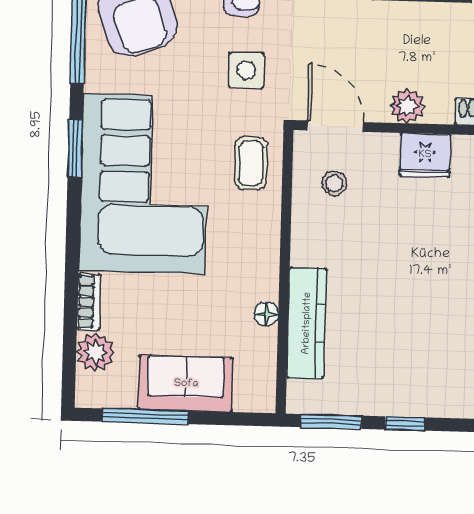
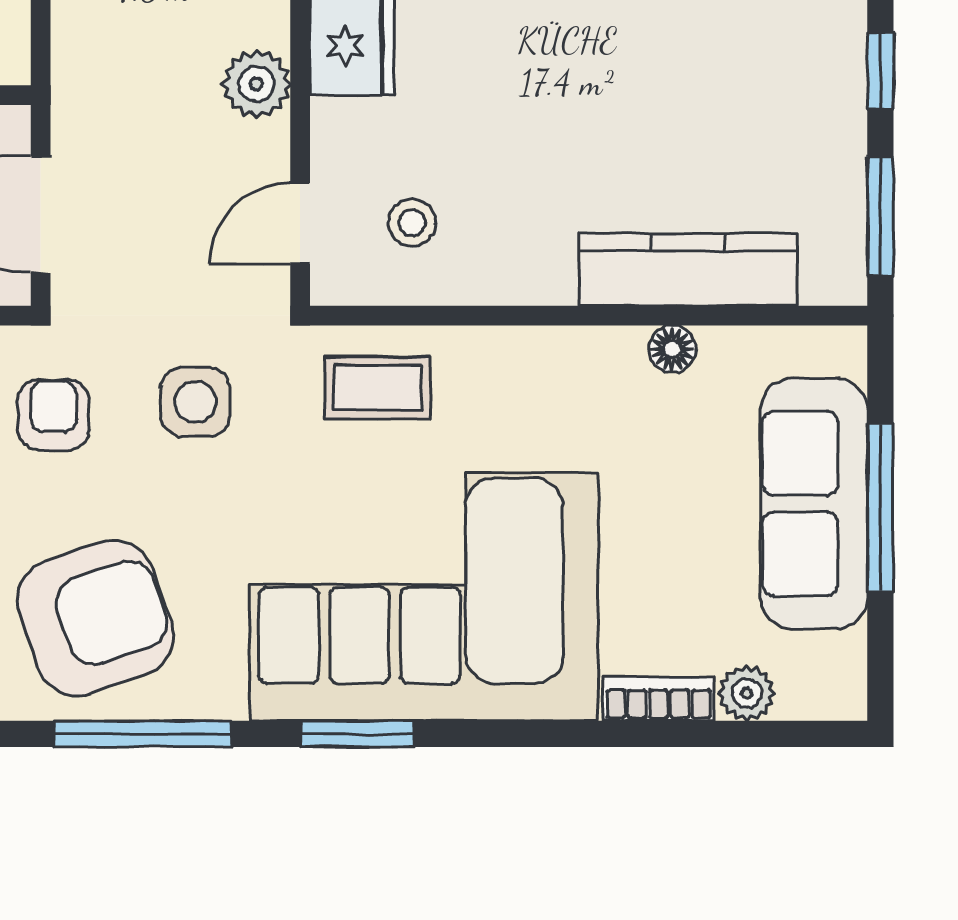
door: (335, 126) -> (300, 224), width x0.73
plant: (95, 352) -> (747, 693), width x0.73, depth x0.73
sofa: (186, 384) -> (814, 504), width x1.36
window: (145, 416) -> (880, 507), moved

